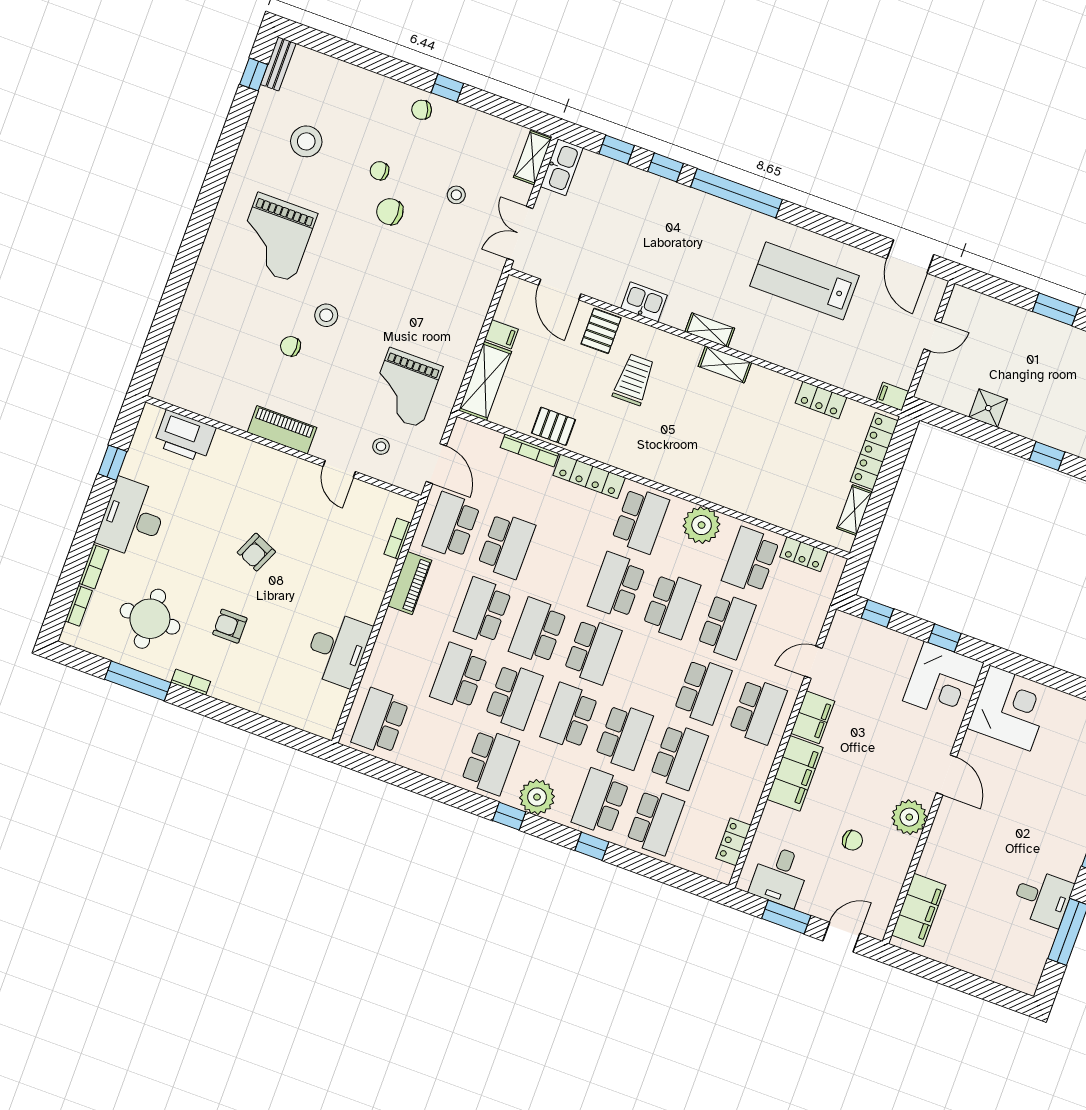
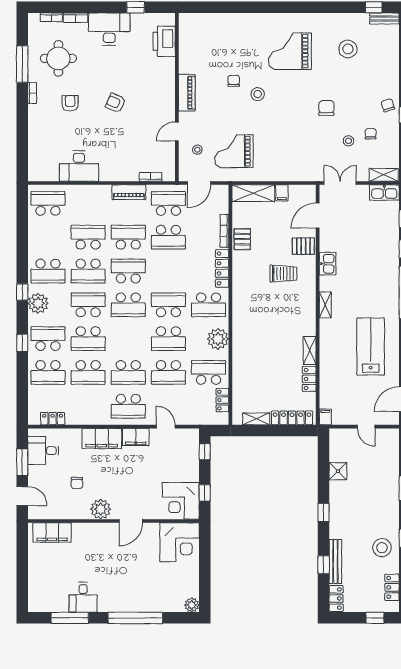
chair: (380, 171) -> (371, 134), moved
shelving: (725, 364) -> (310, 350), moved

